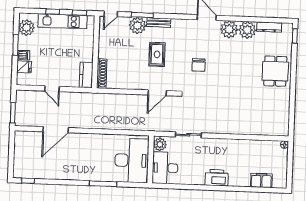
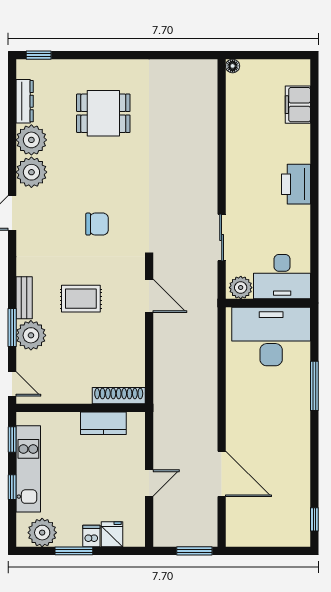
dining table: (275, 71) -> (103, 113), moved
kitchen counter: (86, 75) -> (103, 423), moved

